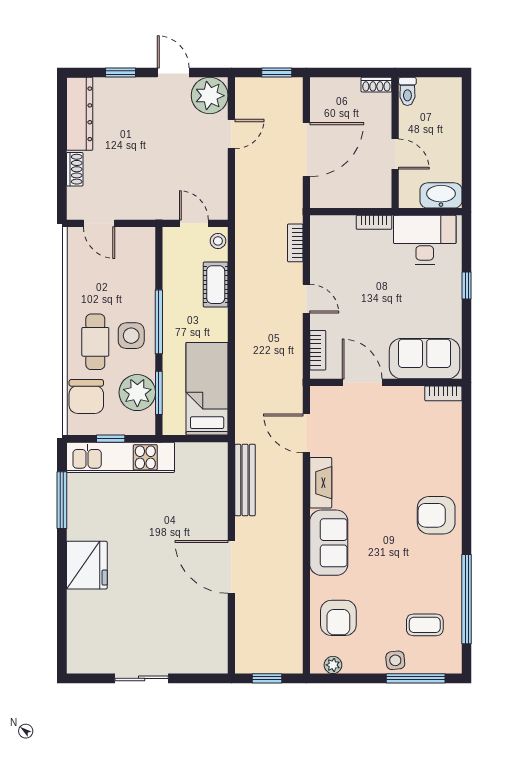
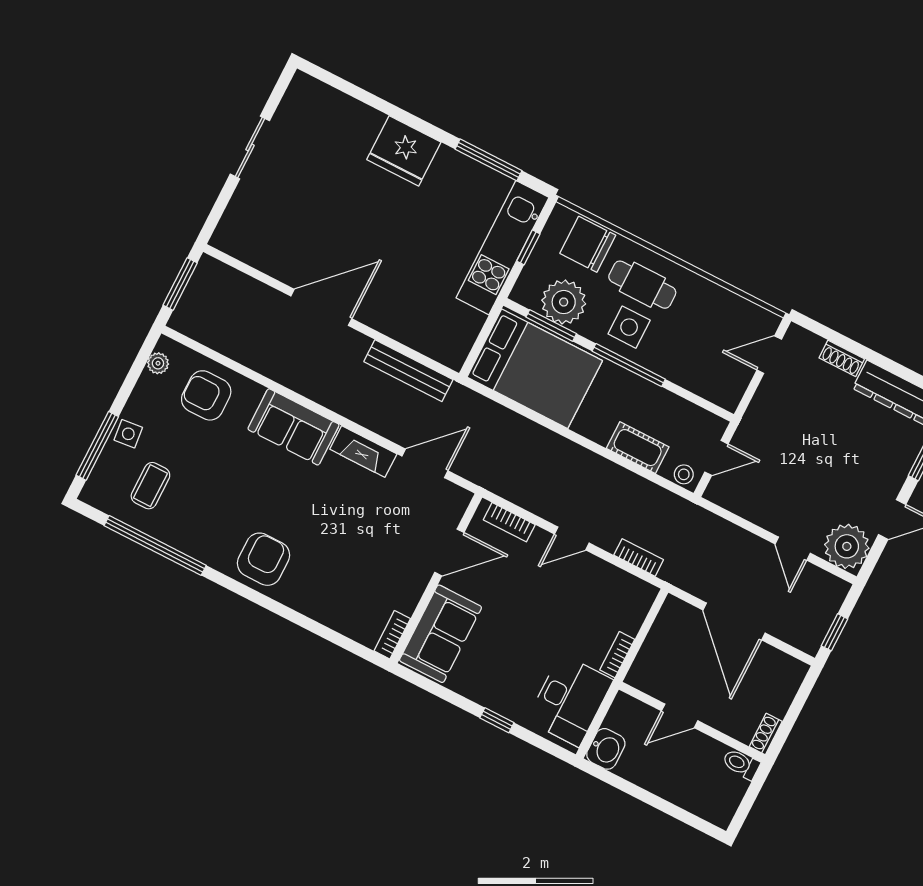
washbasin: (441, 195) -> (606, 749), width x0.72
bed: (207, 389) -> (535, 369), width x1.50
window: (267, 678) -> (180, 284), width x1.50

